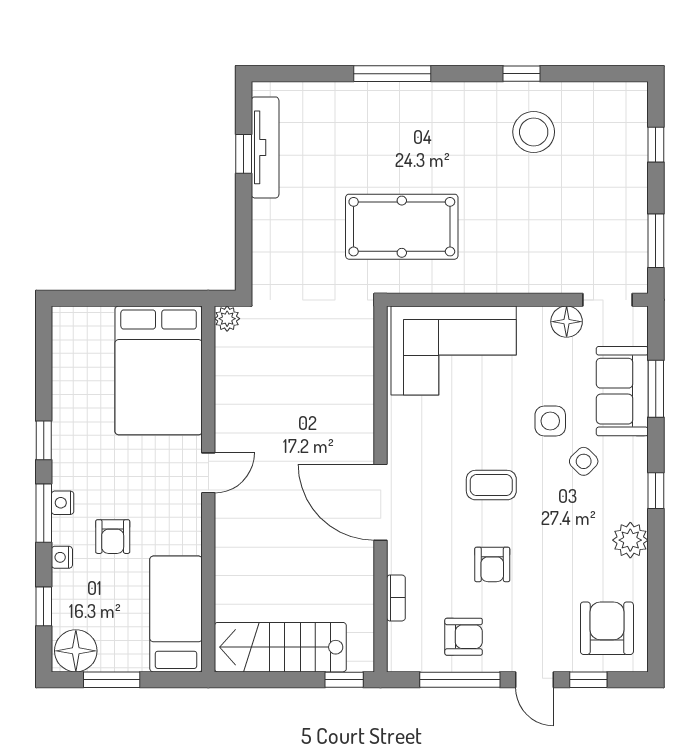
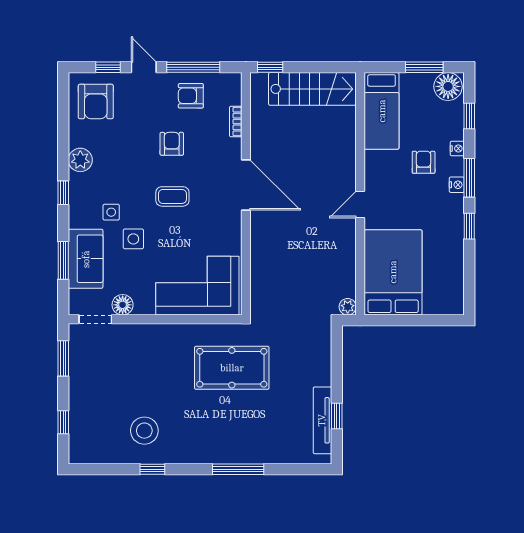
side table: (584, 461) -> (111, 212), turned 45

